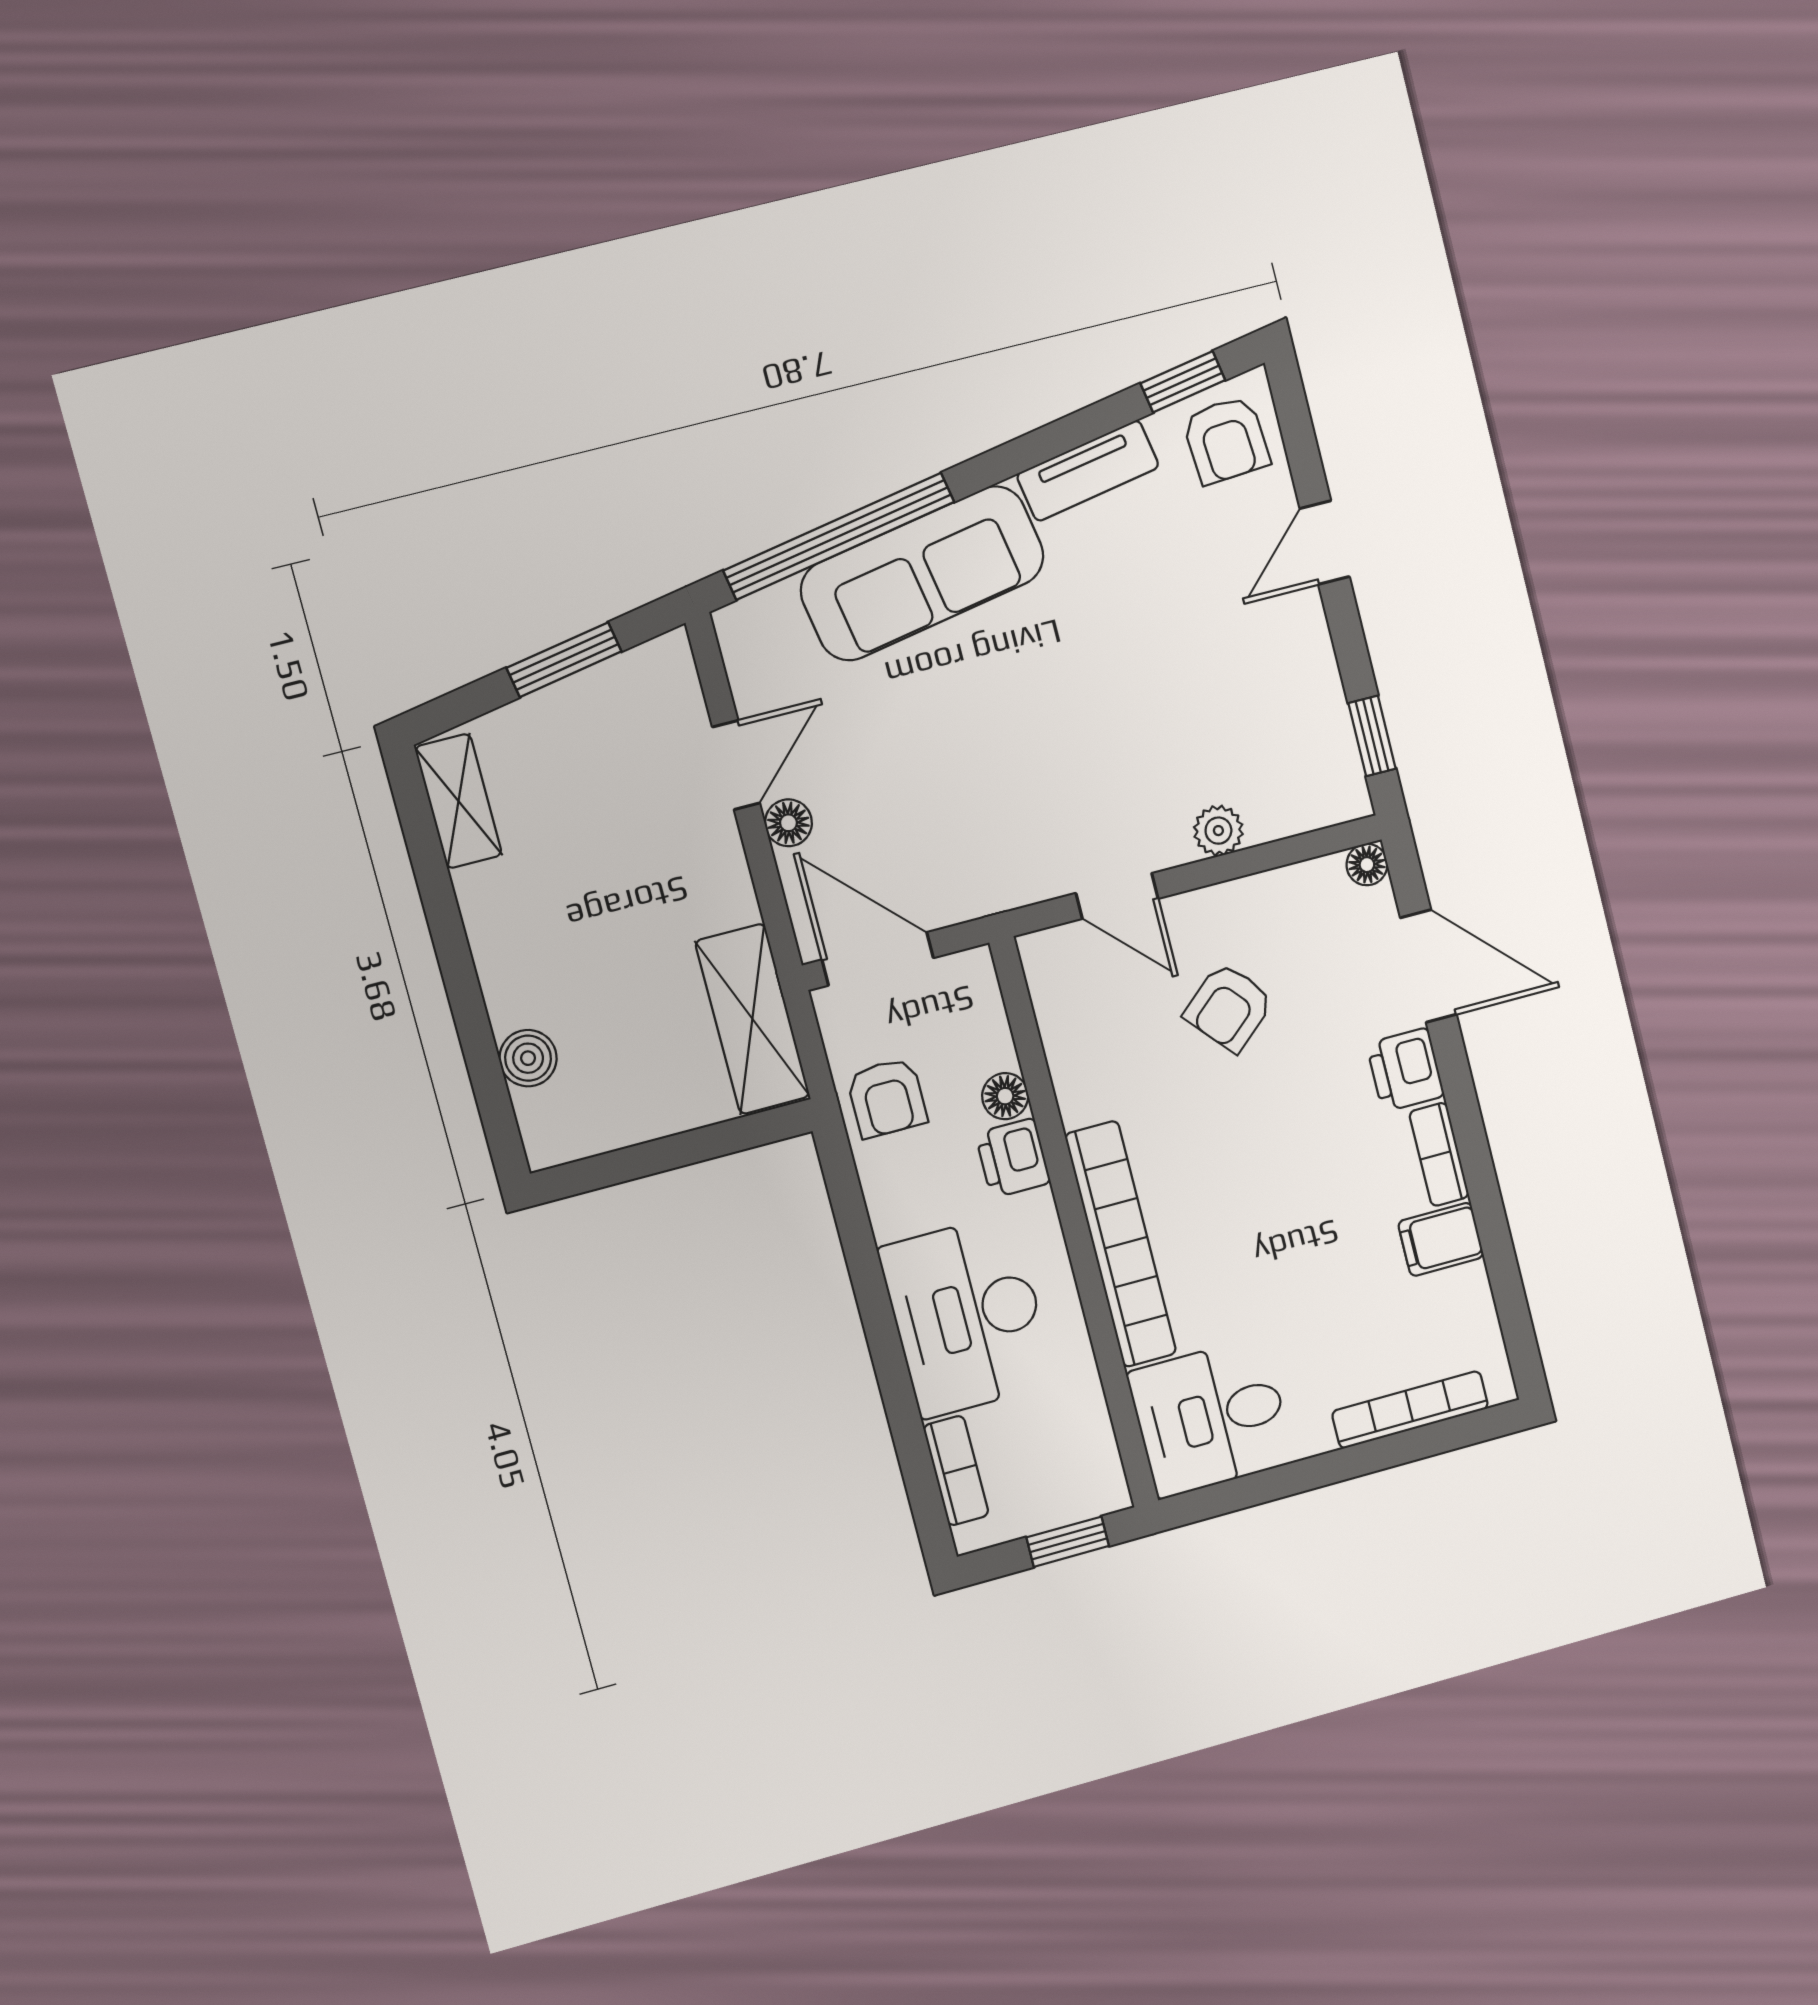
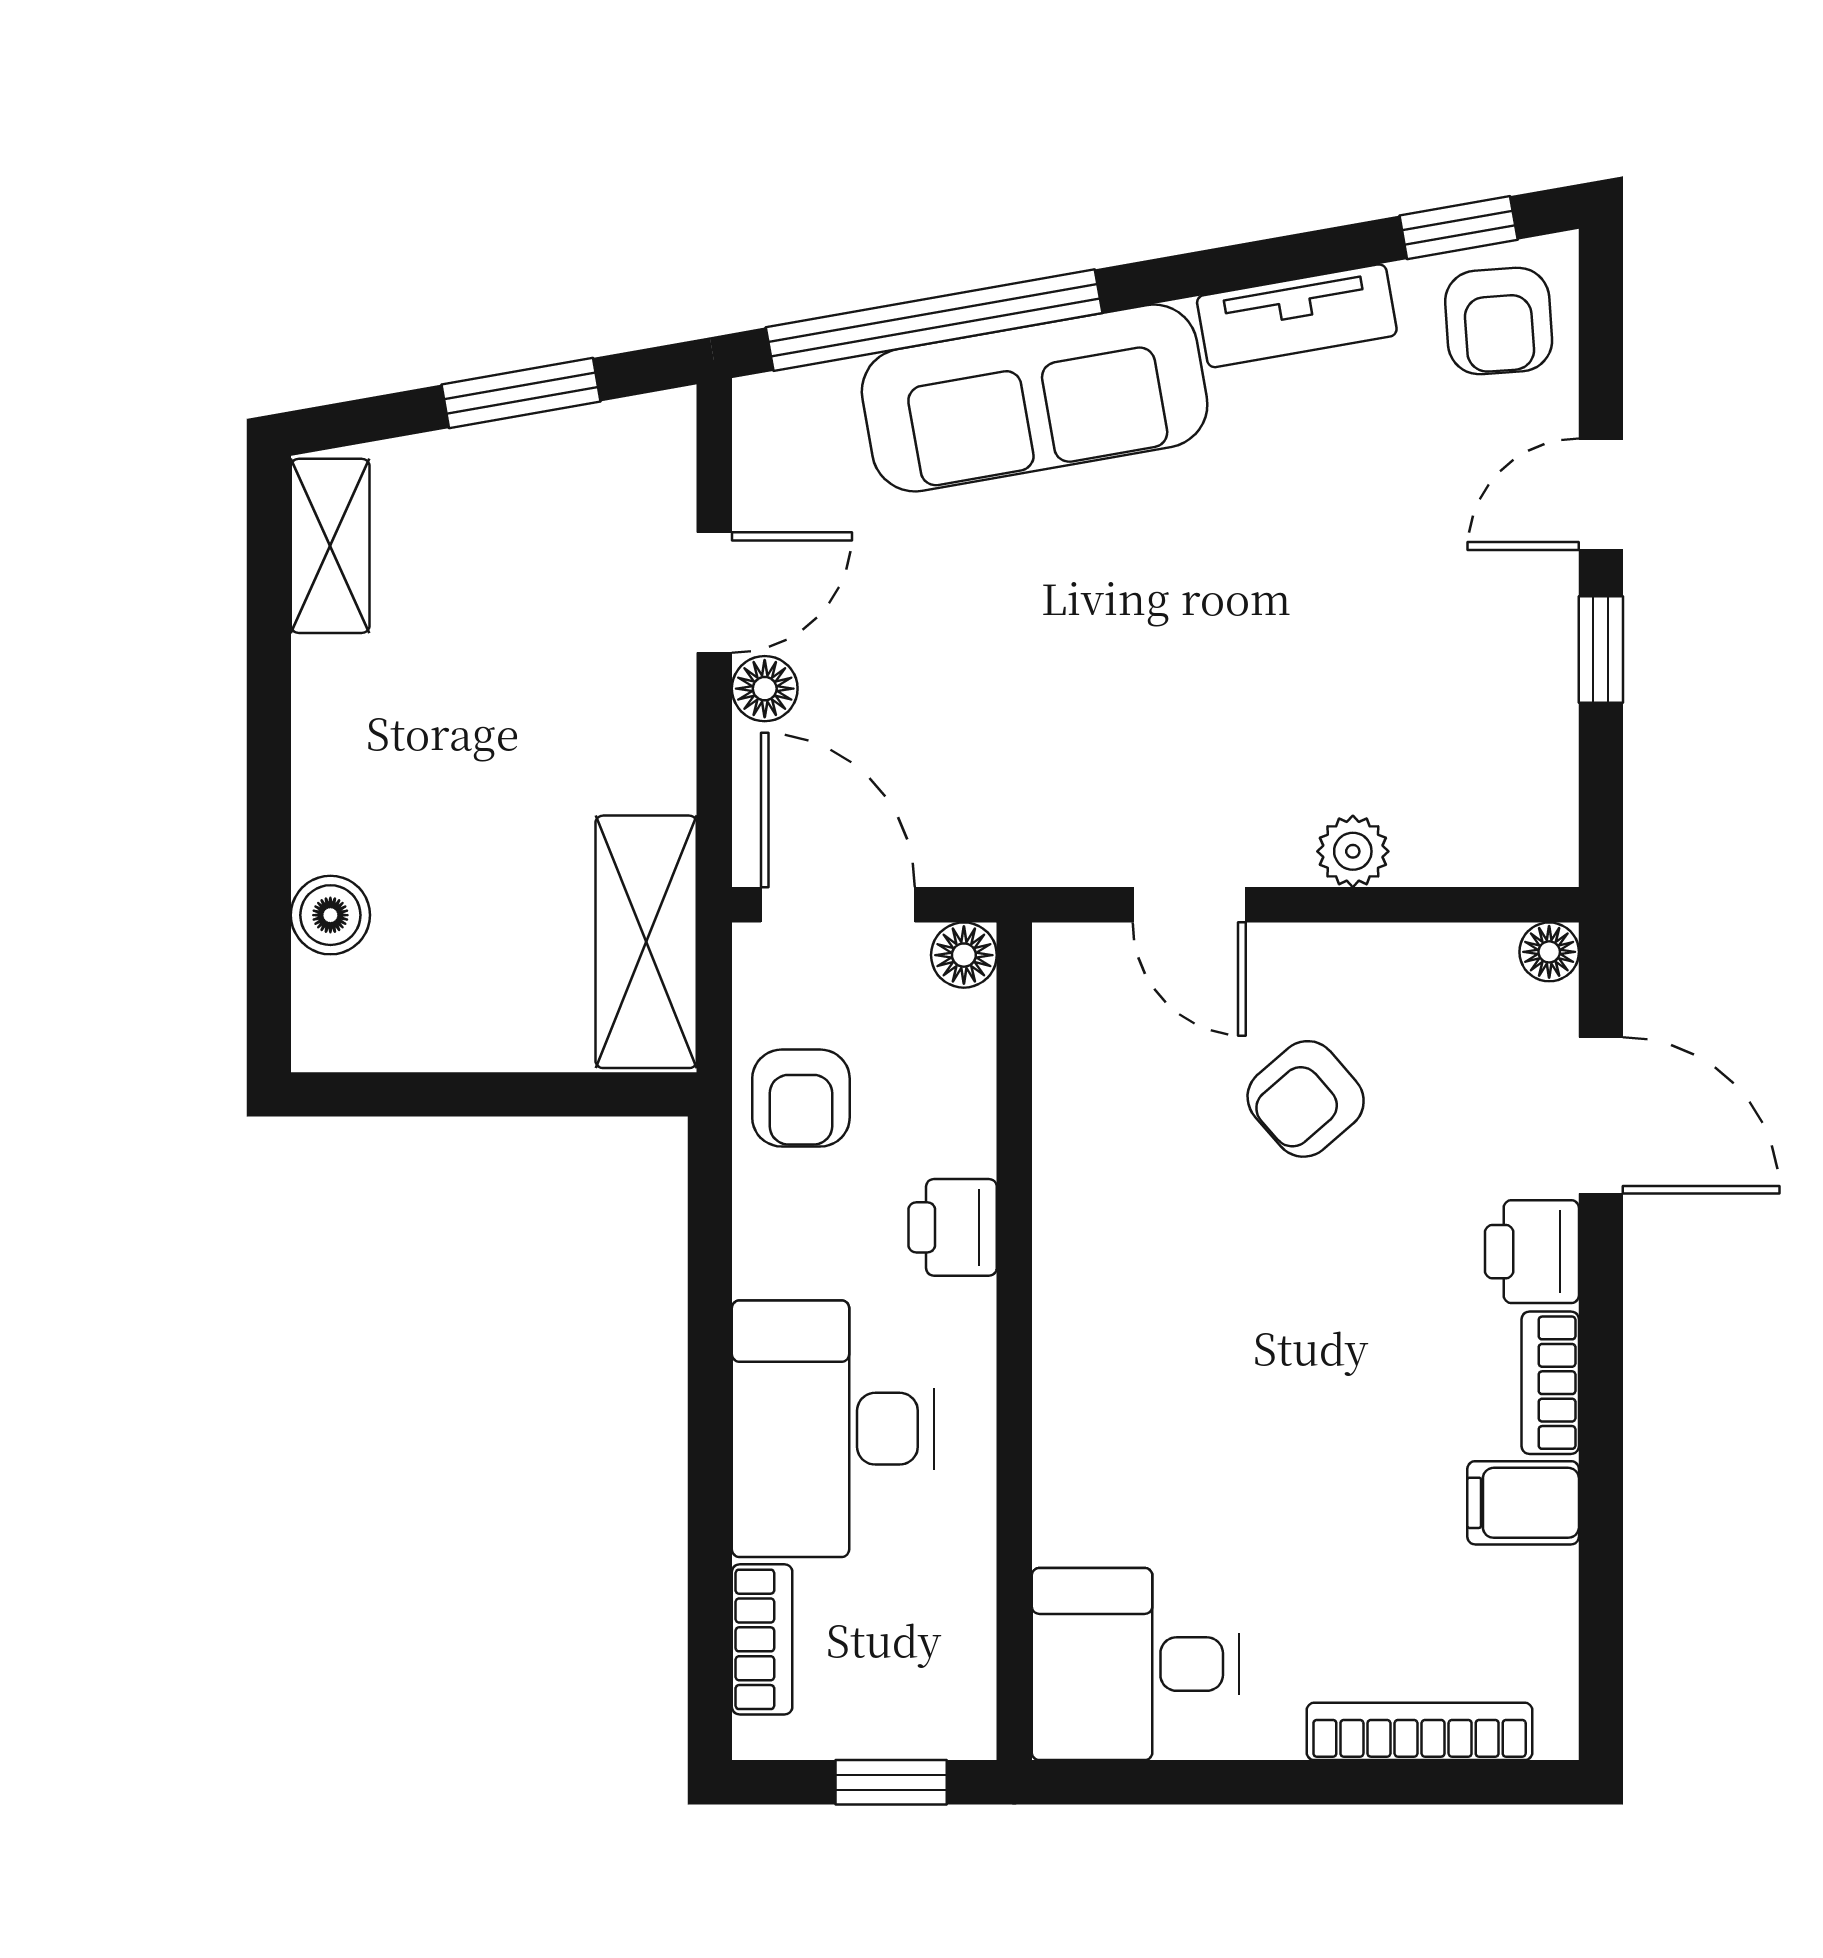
window: (1372, 736) -> (1601, 650), moved
floor lamp: (1005, 1096) -> (964, 955), moved
bookcase: (1121, 1244) -> (1071, 1387), removed

